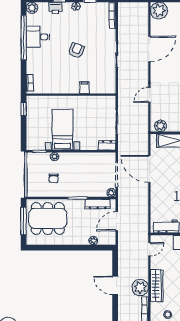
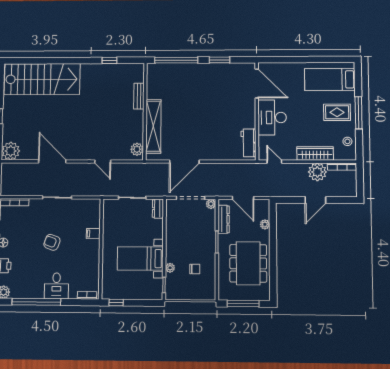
desk: (38, 37) -> (56, 286), moved
dining table: (48, 218) -> (248, 263), moved

